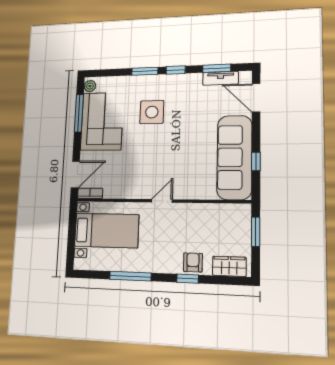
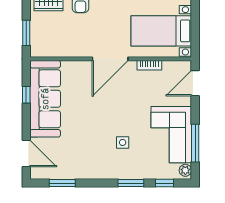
window: (176, 70) -> (165, 183), moved
tv unit: (221, 78) -> (59, 173), removed
side table: (152, 112) -> (123, 142), width x0.54, depth x0.54
bookcase: (90, 193) -> (149, 65), moved
door: (162, 201) -> (110, 59), width x1.88

